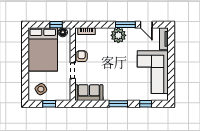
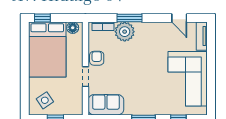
window: (56, 25) -> (42, 18), moved
window: (125, 25) -> (129, 18), moved
plant: (118, 35) -> (125, 32), moved

